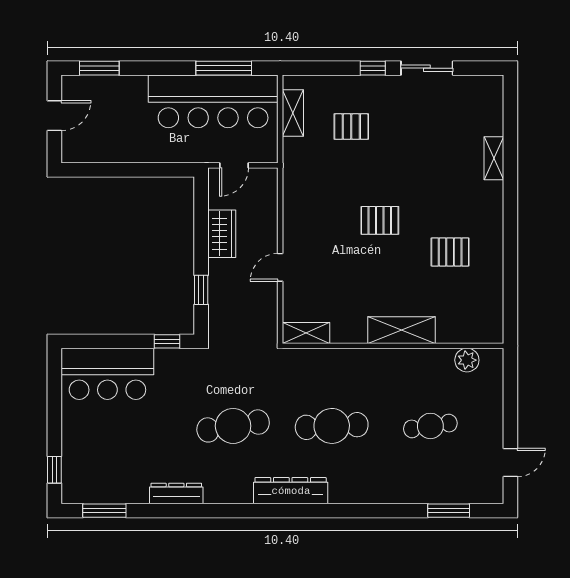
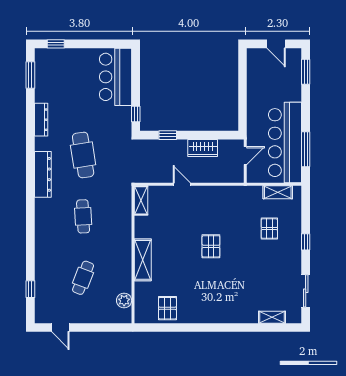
sliding door: (427, 68) -> (306, 291), moved
shelving: (494, 158) -> (272, 317), moved
door: (234, 165) -> (245, 156), swing flipped
pallet: (450, 252) -> (167, 308), moved
cafe table: (332, 426) -> (83, 216), width x0.73, depth x0.74
cafe table: (430, 426) -> (83, 278), turned 30
dresser: (291, 491) -> (43, 174), moved
window: (449, 511) -> (30, 289), width x0.67

